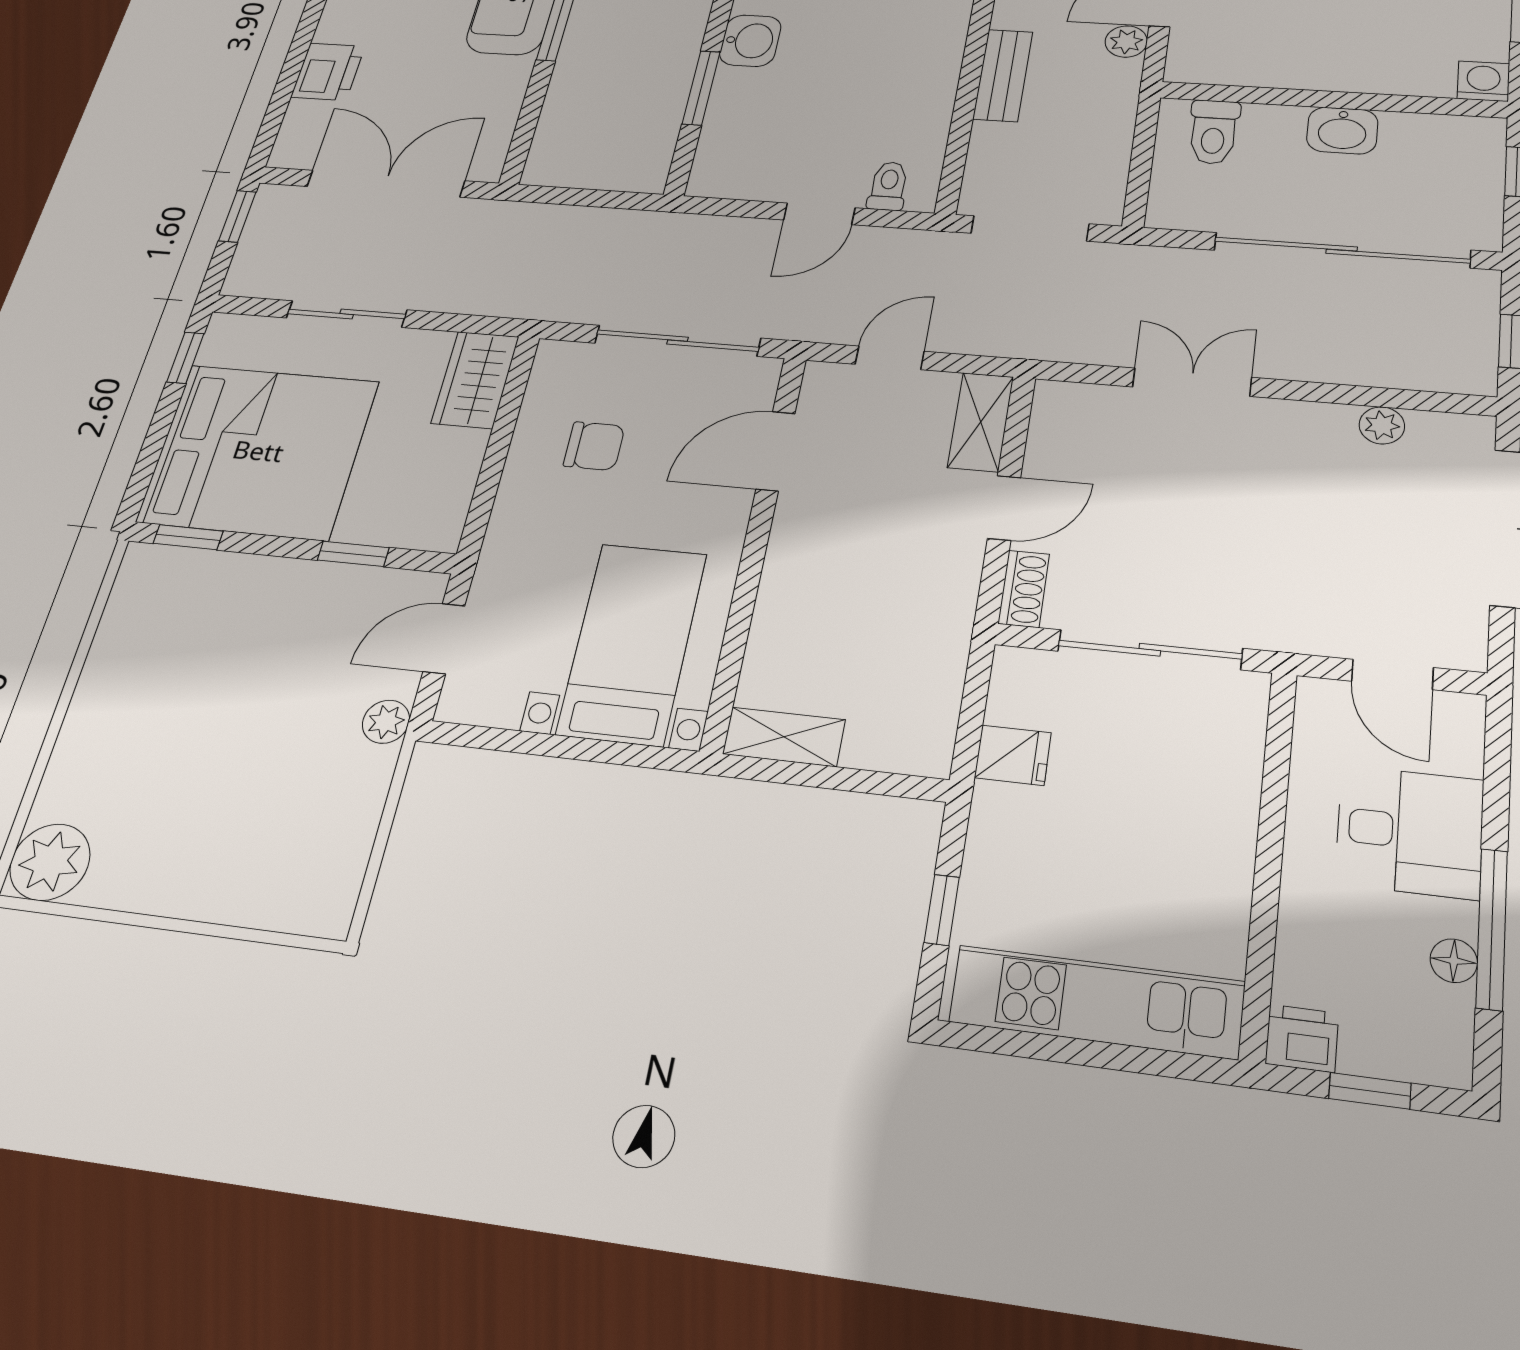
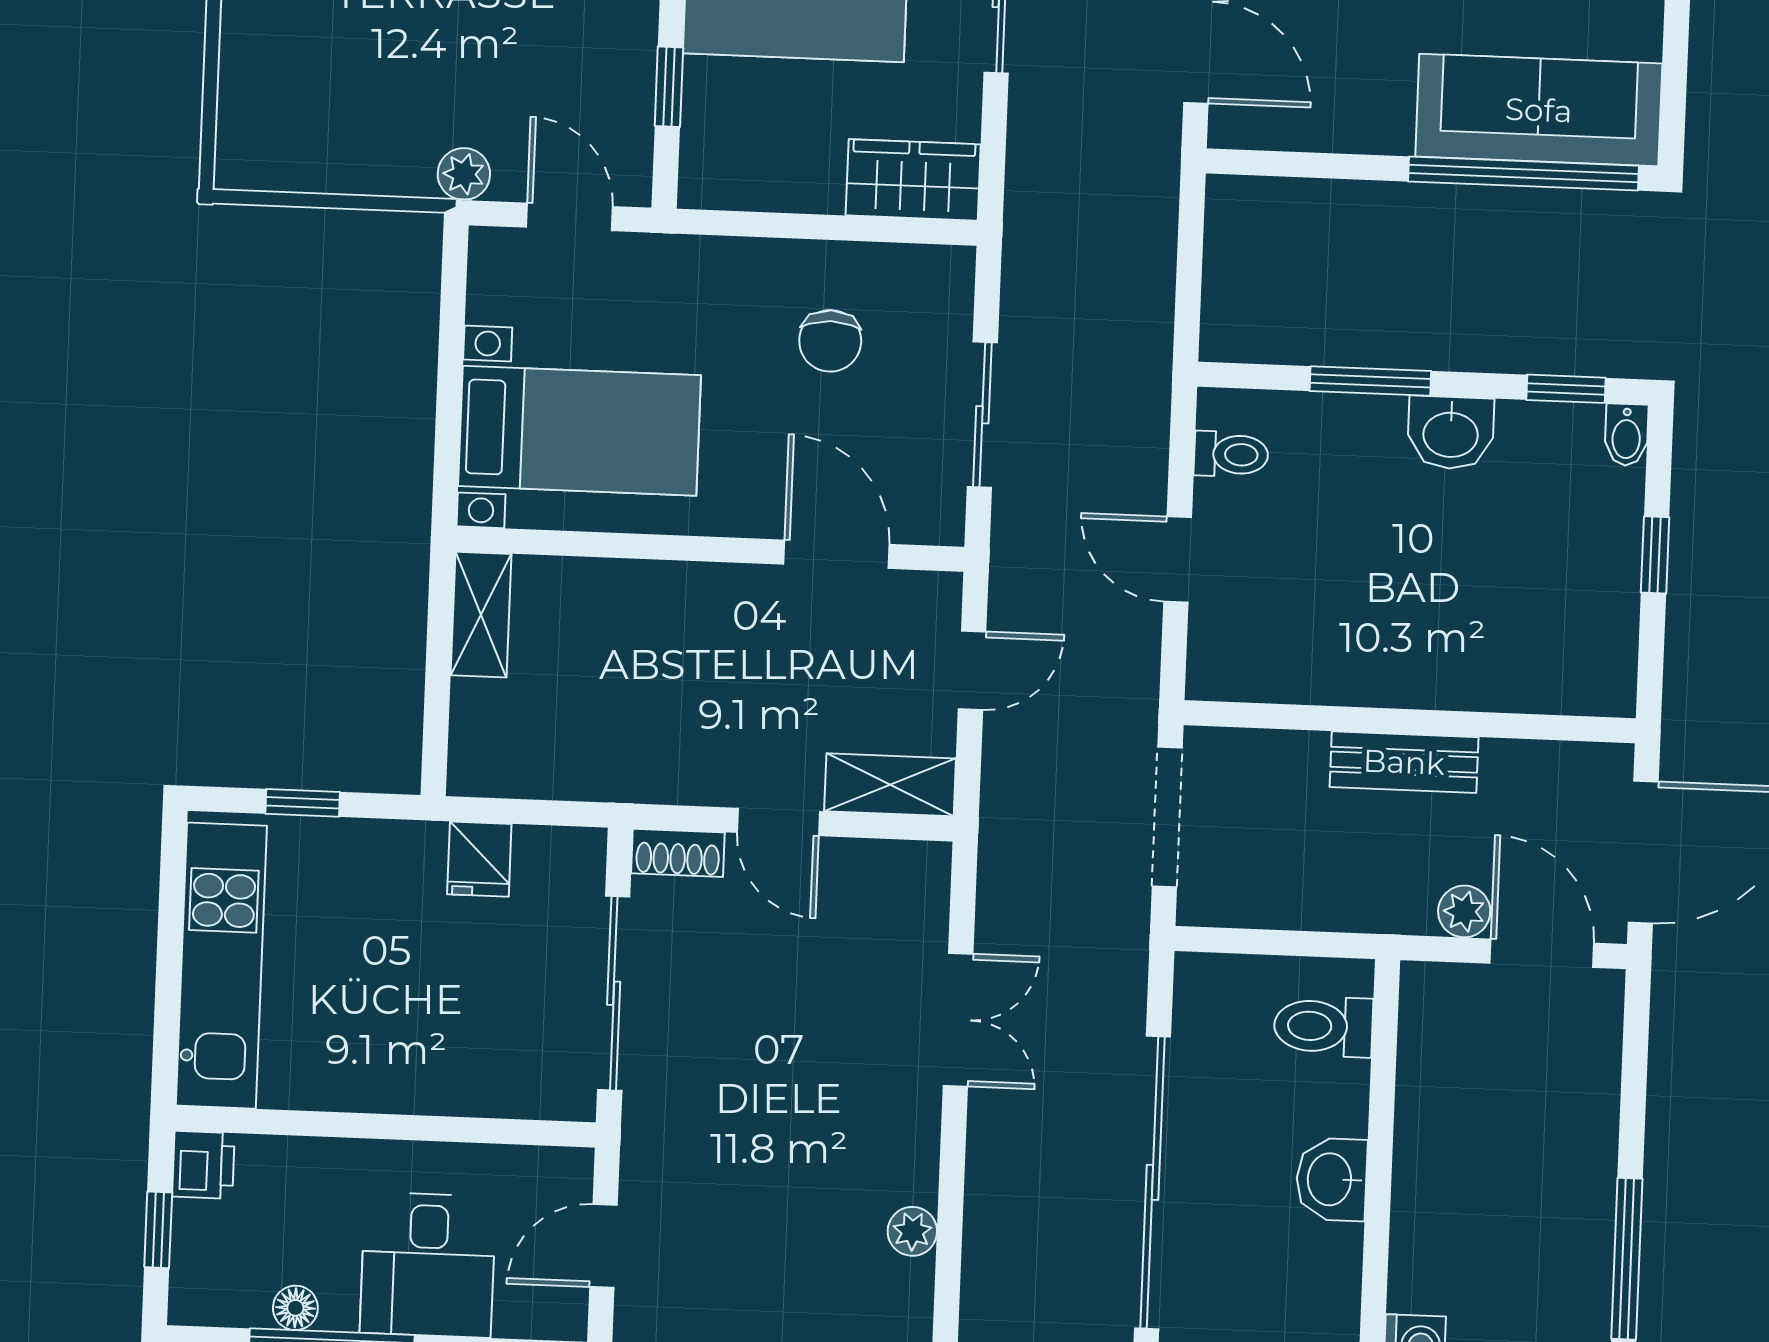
toilet: (888, 186) -> (1231, 454), moved
sliding door: (677, 341) -> (982, 415), width x0.73
door: (890, 358) -> (972, 670), hinge flipped

